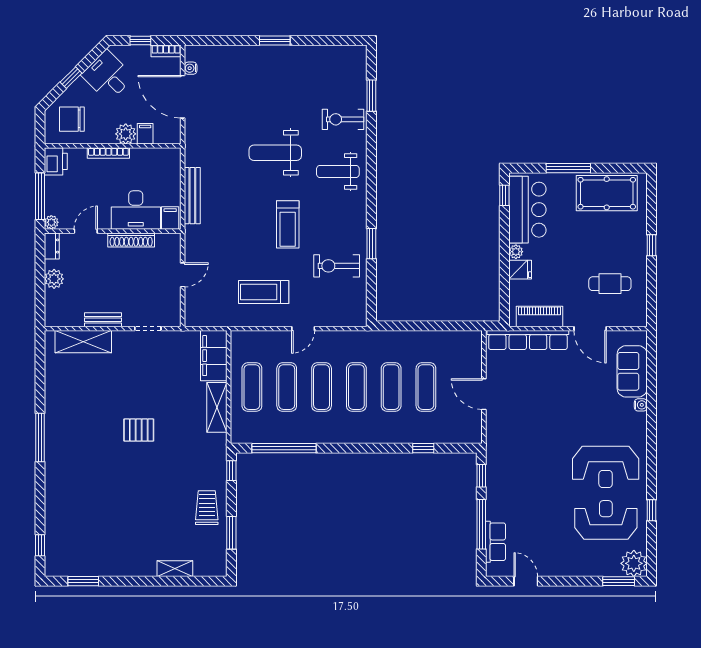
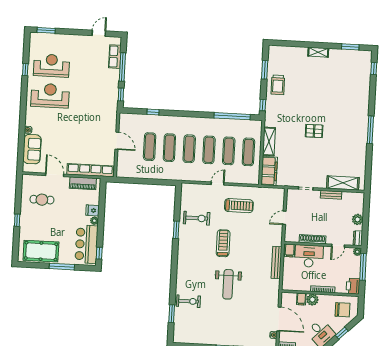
weight bench: (275, 153) -> (228, 284), turned 90
weight bench: (338, 171) -> (193, 272), removed
reception desk: (606, 520) -> (51, 66), turned 180
plant: (634, 563) -> (37, 40), removed
shelving: (175, 569) -> (318, 52), moved
door: (526, 581) -> (99, 33), swing flipped

